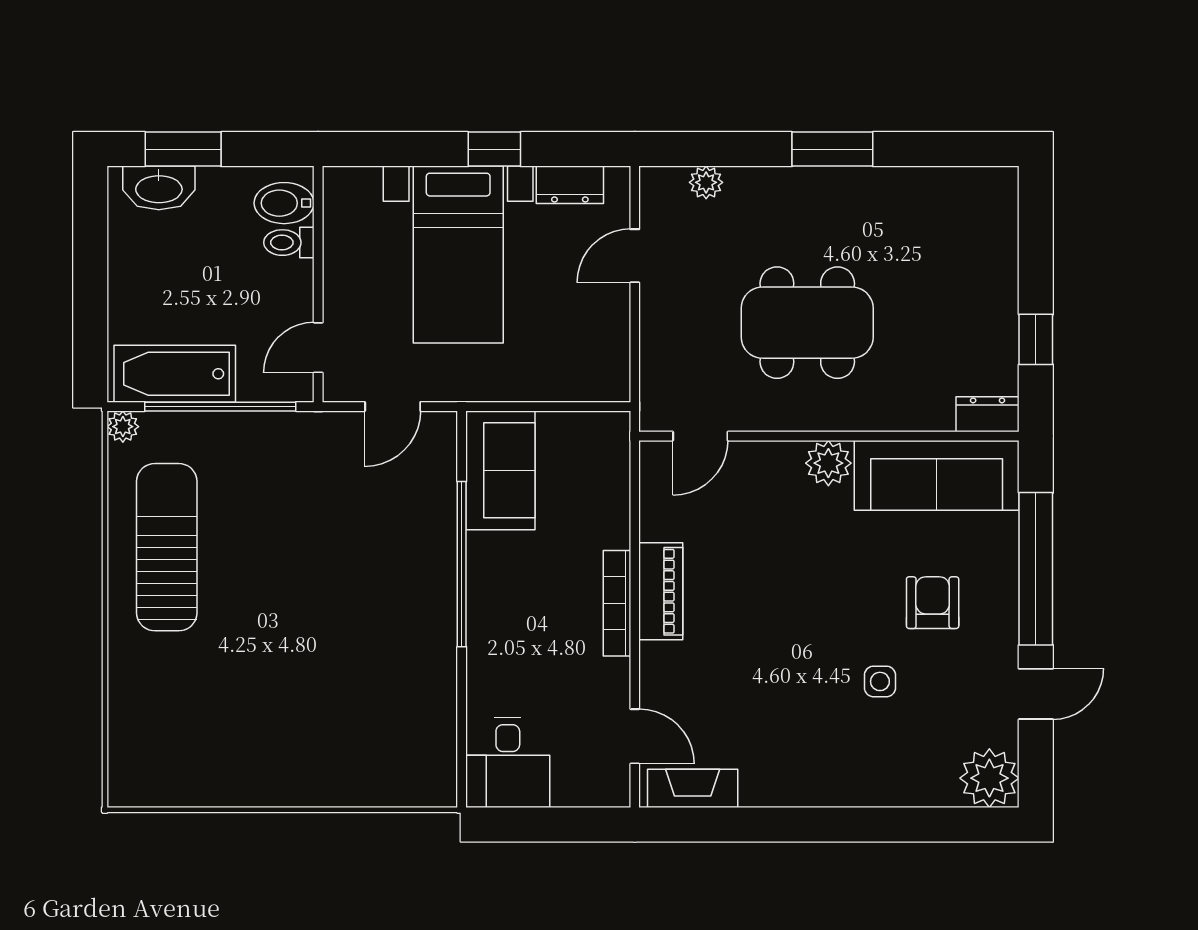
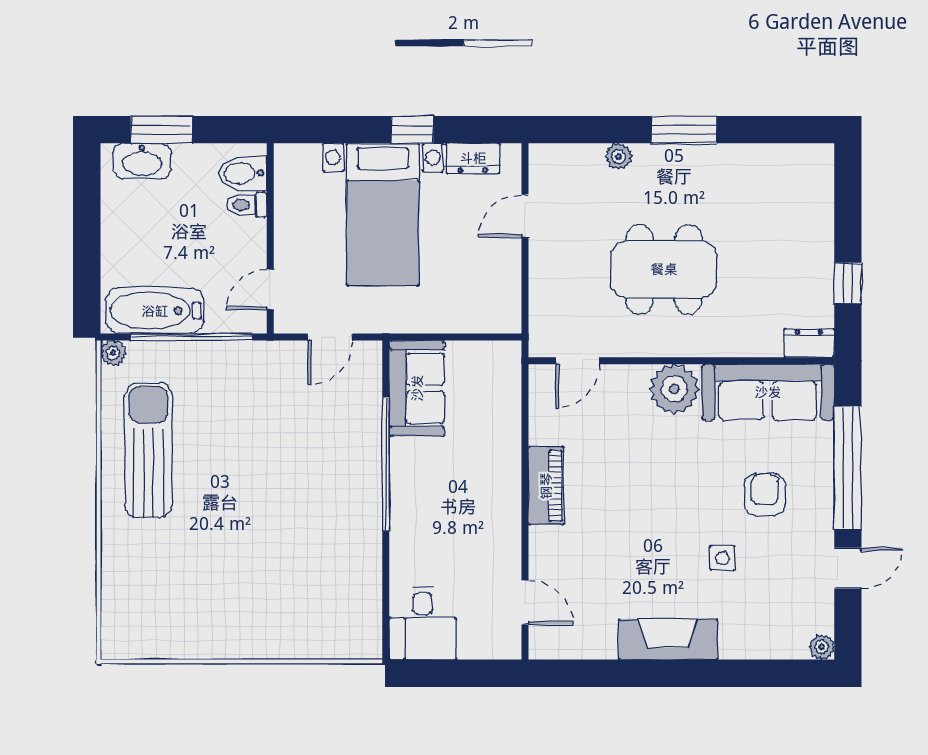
plant: (706, 182) -> (619, 157), moved
plant: (828, 463) -> (674, 389), width x1.36, depth x1.36
bookcase: (617, 603) -> (511, 495), removed
plant: (989, 778) -> (822, 647), width x0.53, depth x0.53
fireplace: (693, 788) -> (668, 639), moved, width x1.37, depth x1.32

